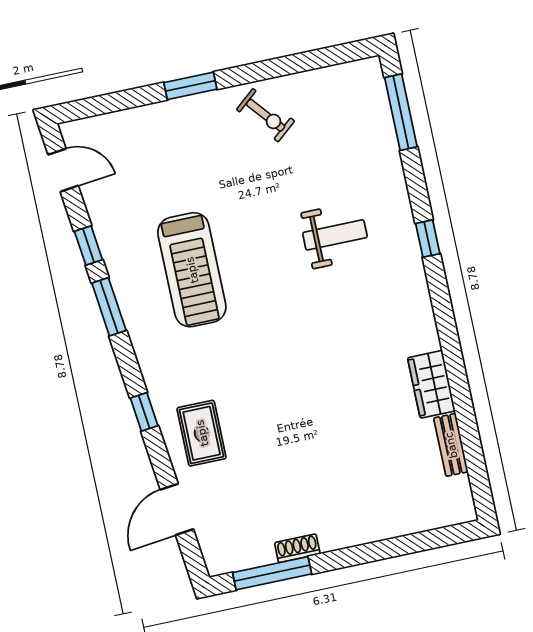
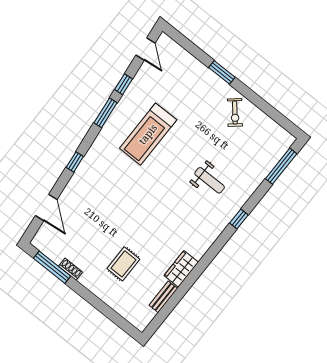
rug: (202, 433) -> (123, 264), moved
door: (177, 509) -> (46, 208), swing flipped

